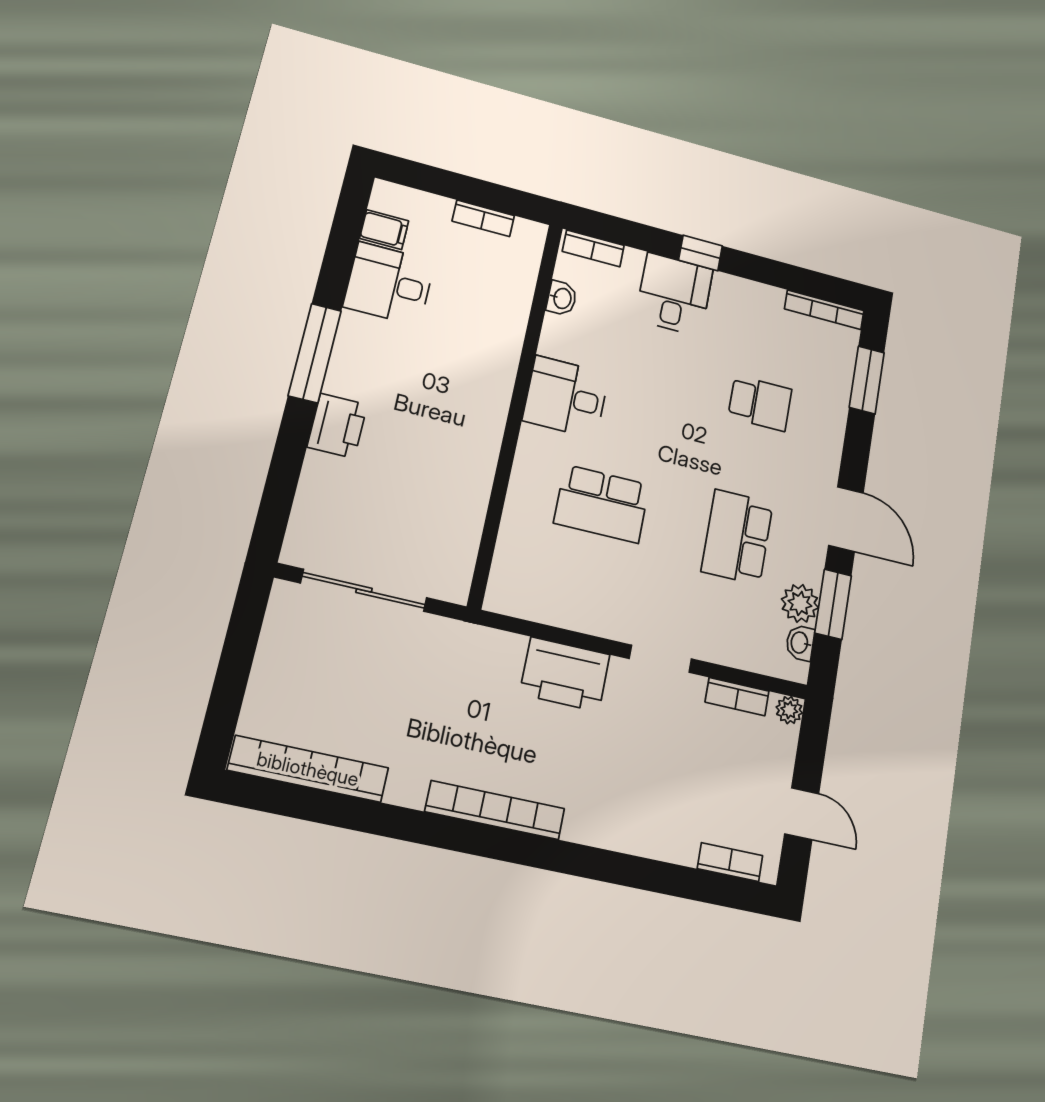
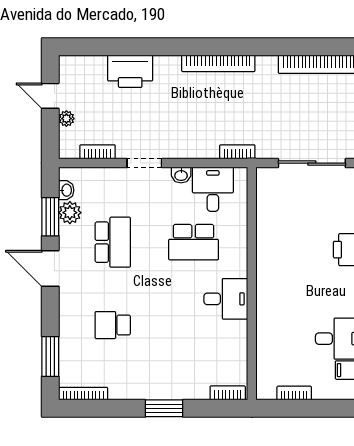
window: (700, 253) -> (164, 408), width x1.50
desk: (674, 294) -> (213, 189), moved, turned 180
washbasin: (562, 298) -> (181, 175), moved, turned -90
school desk: (602, 504) -> (194, 242), turned 180
printer: (565, 674) -> (130, 71), moved, turned 180
plant: (789, 710) -> (66, 119), moved
bookcase: (730, 862) -> (237, 152), moved, turned 180

